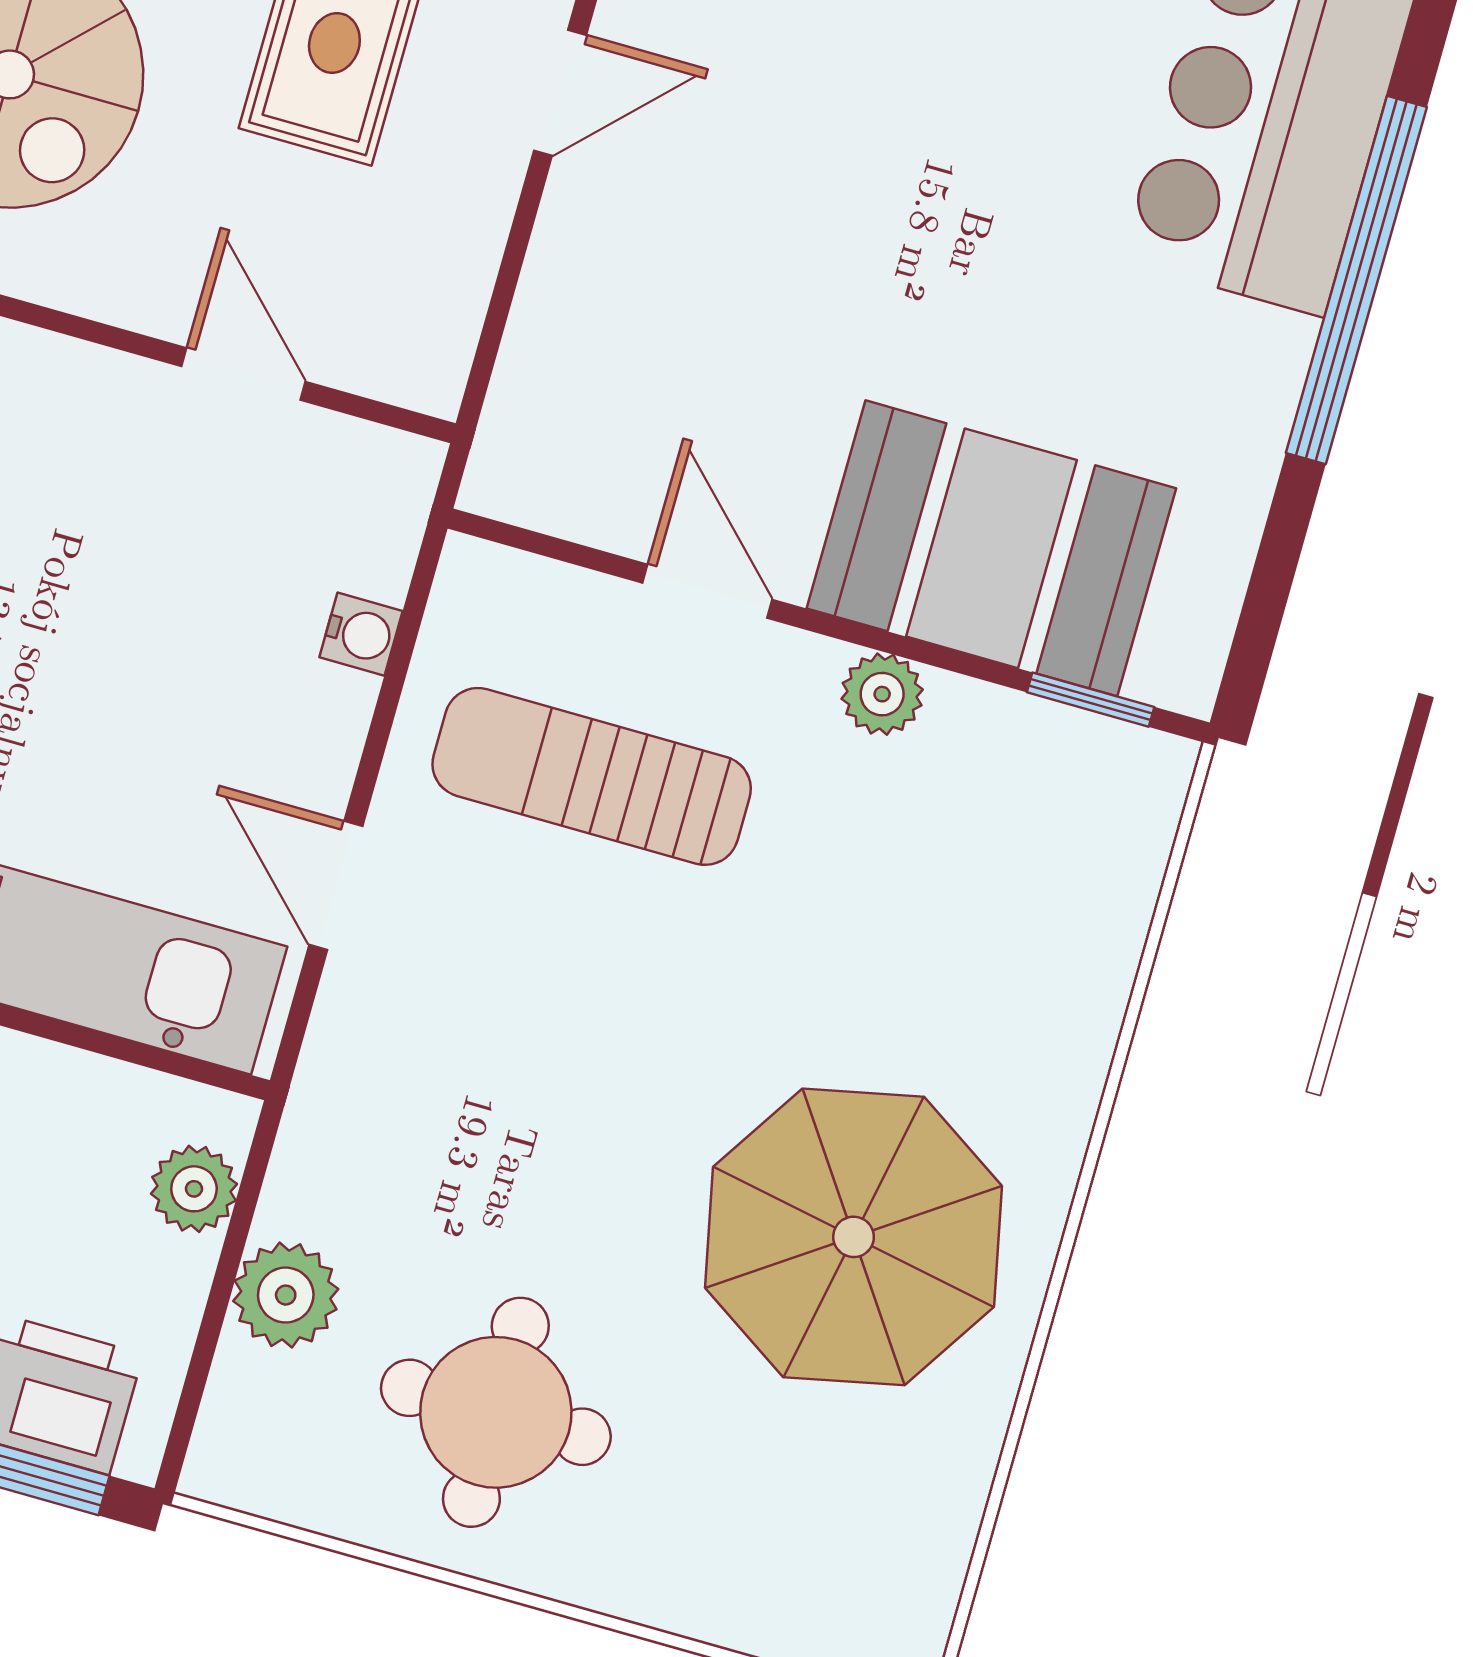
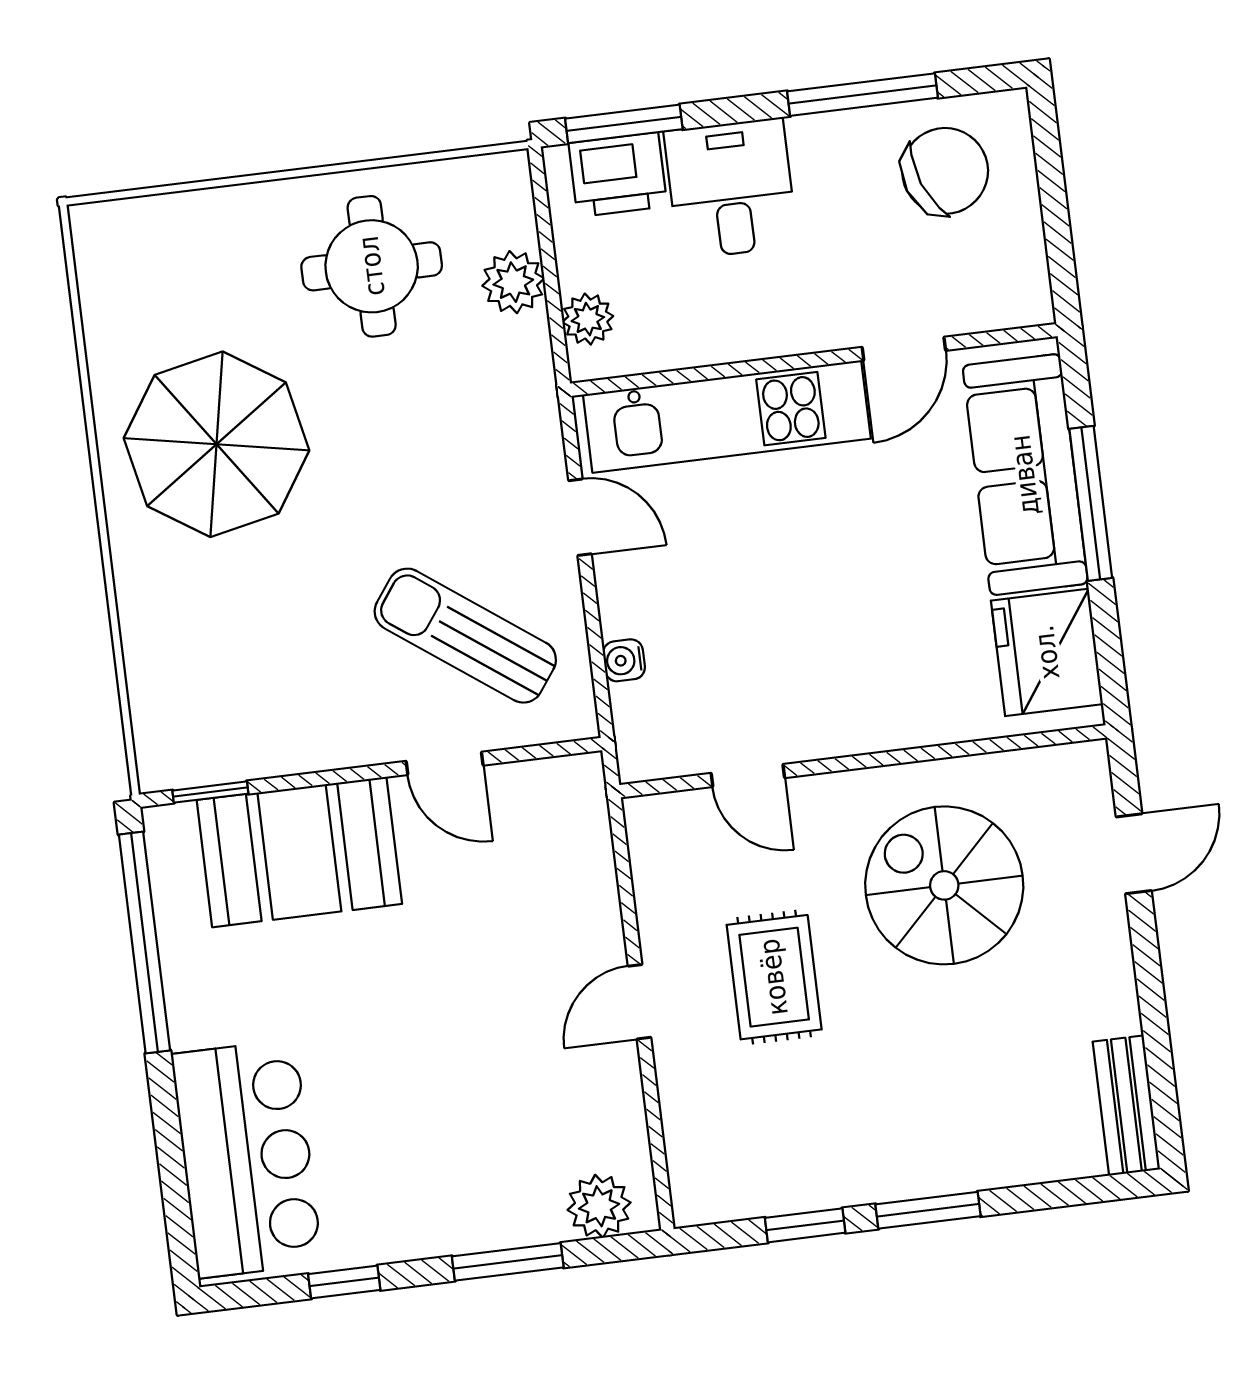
window: (1356, 280) -> (144, 942), moved
plant: (882, 694) -> (326, 747), removed
sun lounger: (592, 776) -> (465, 636), turned -144

